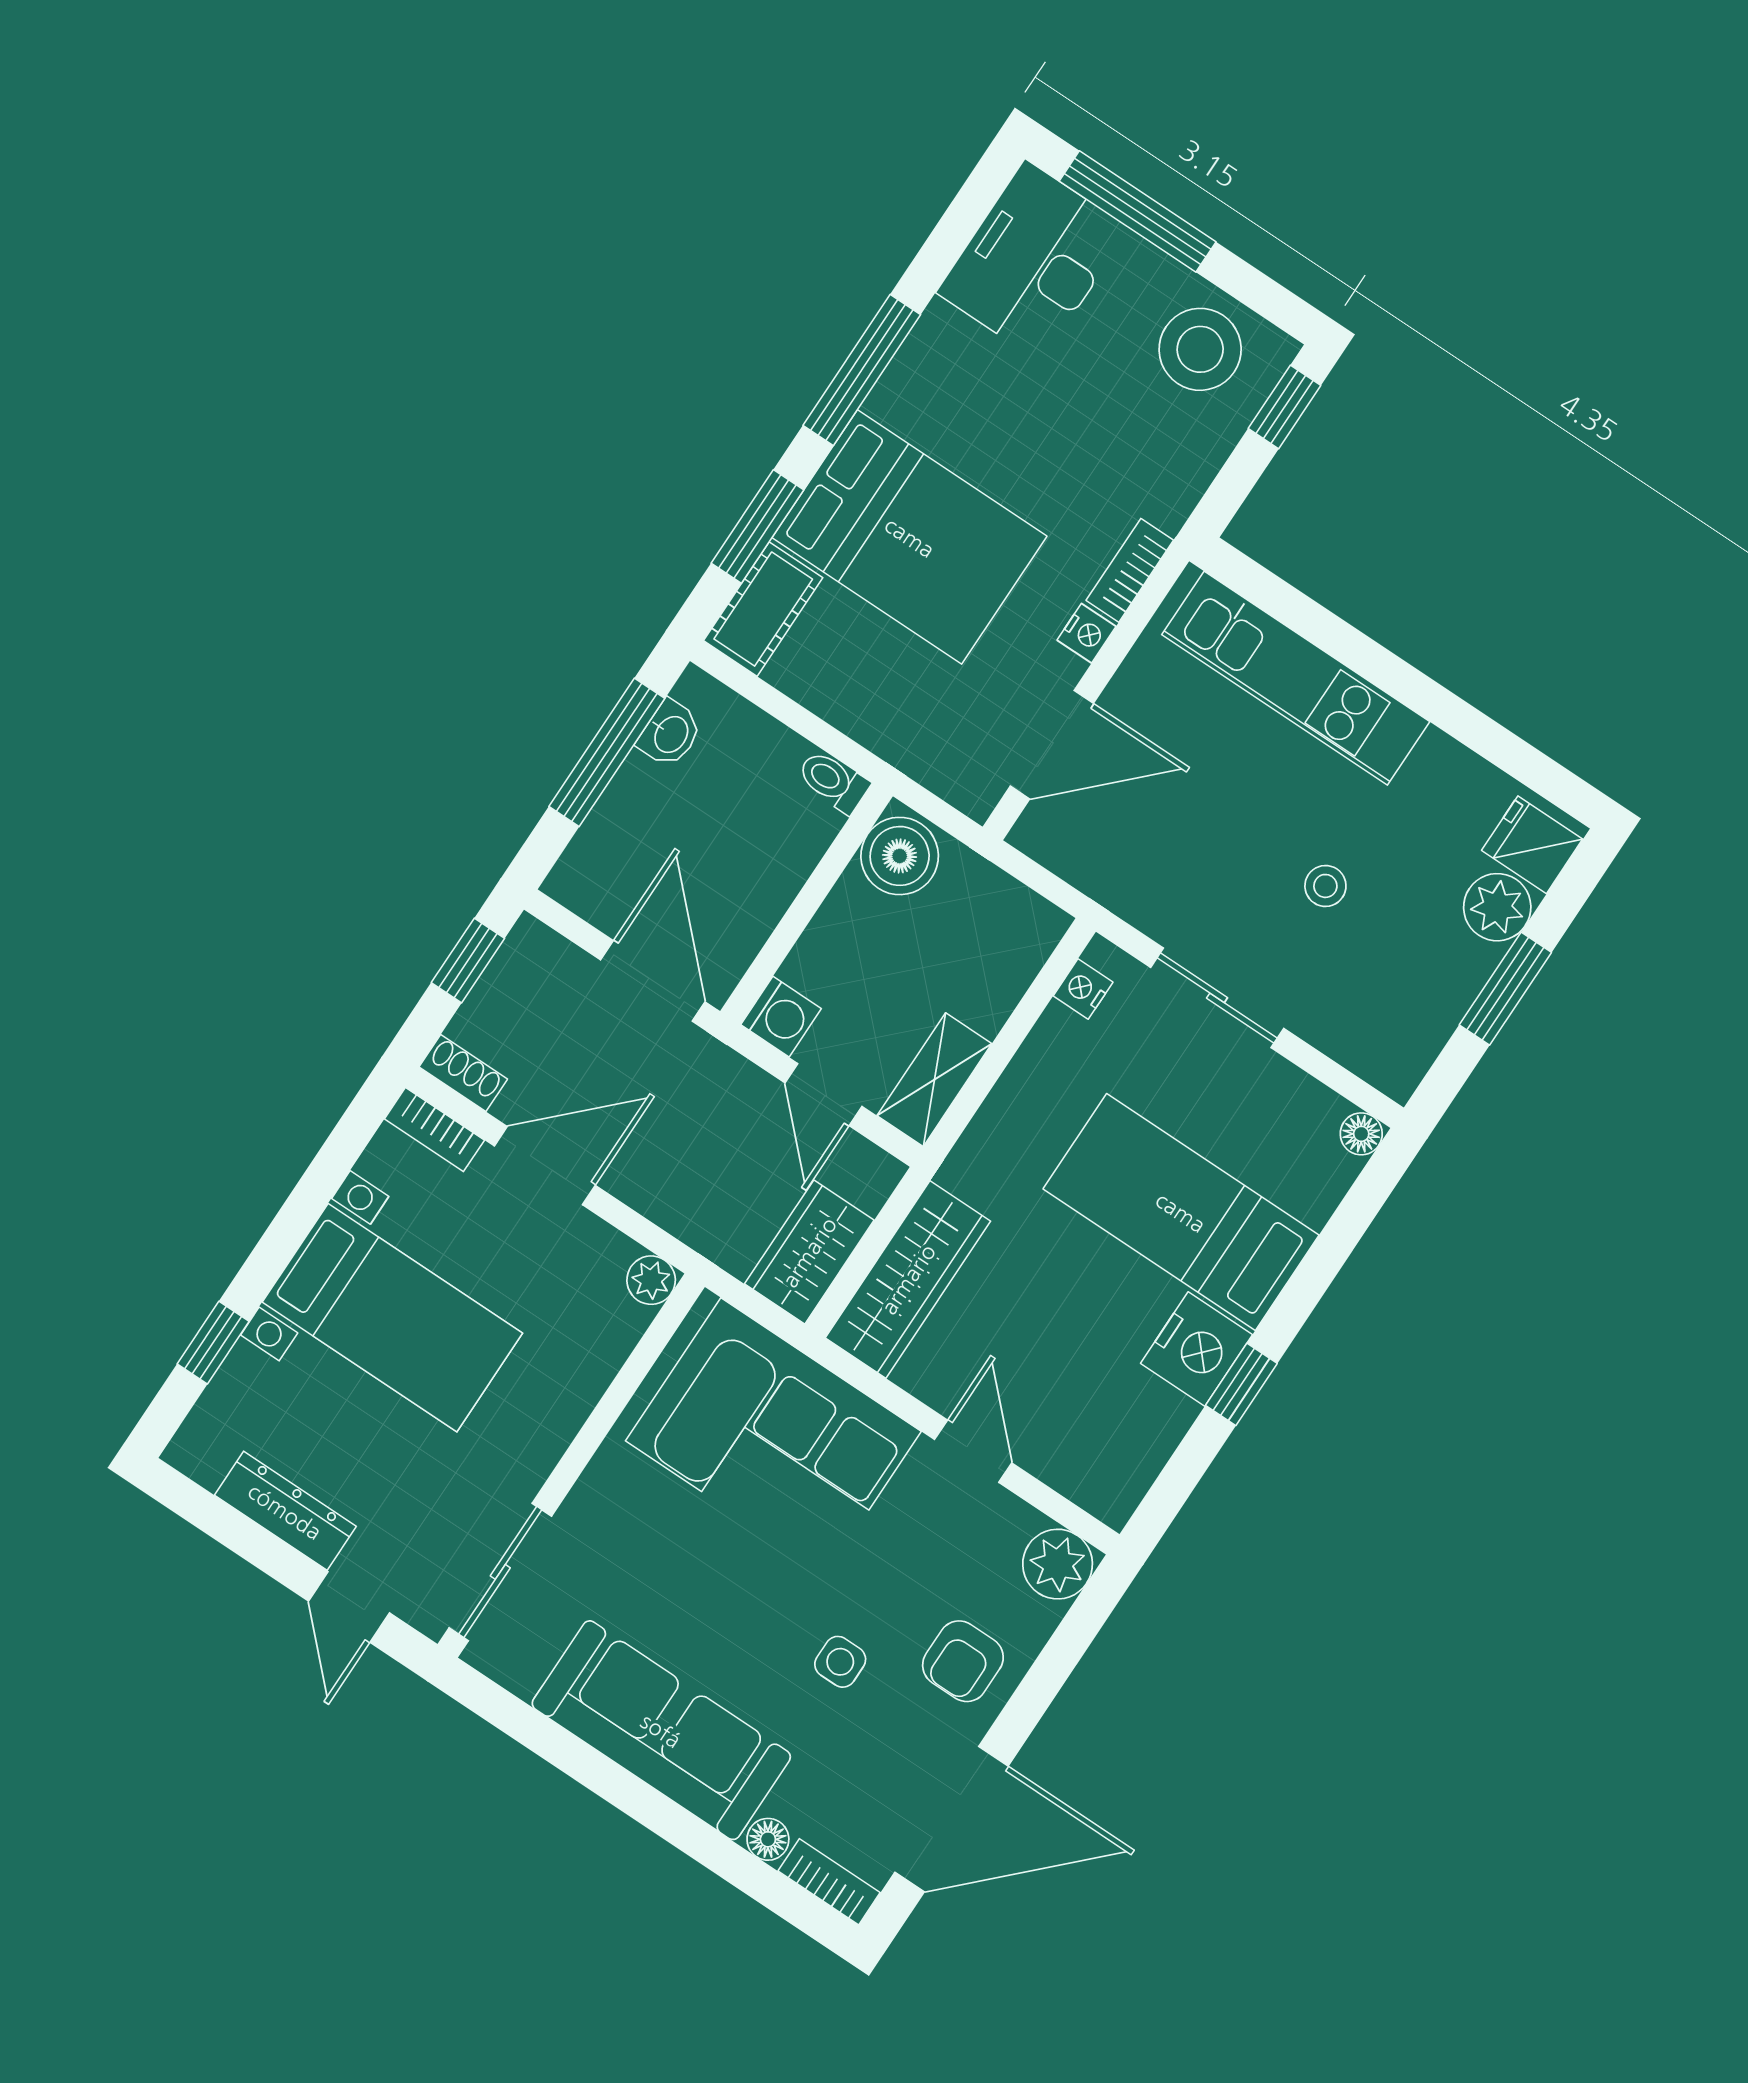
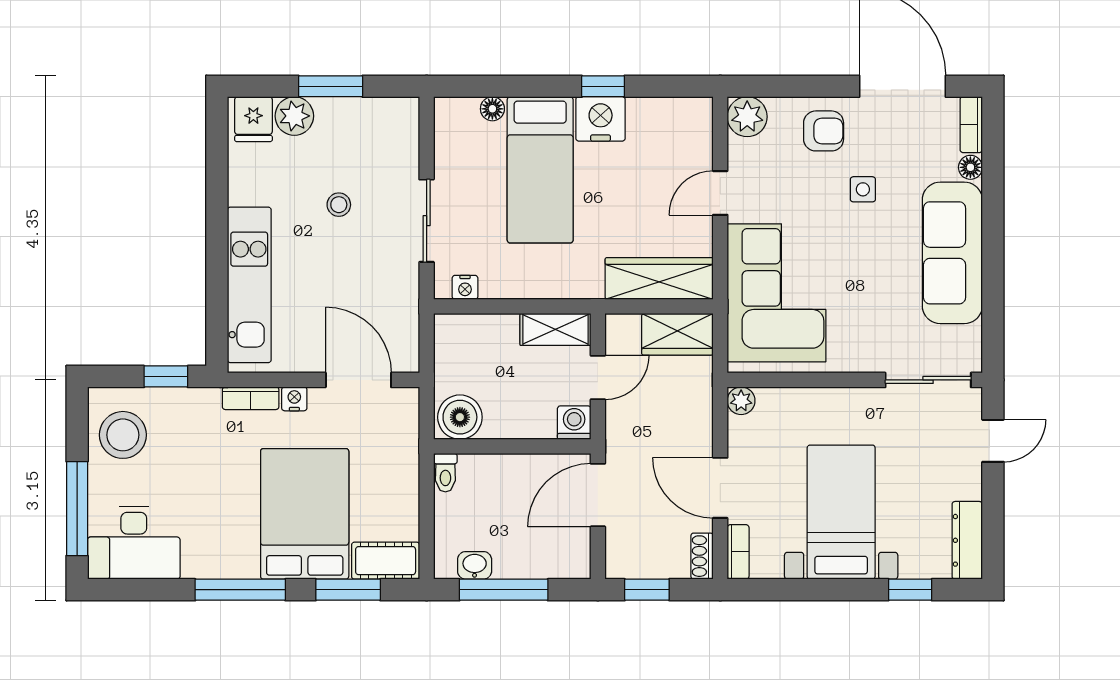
window: (1284, 407) -> (166, 376), moved
floor lamp: (1361, 1134) -> (492, 109), moved
dresser: (285, 1511) -> (967, 540), moved

